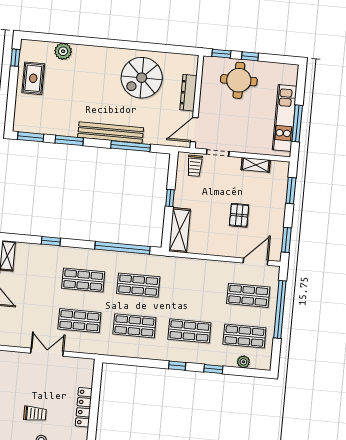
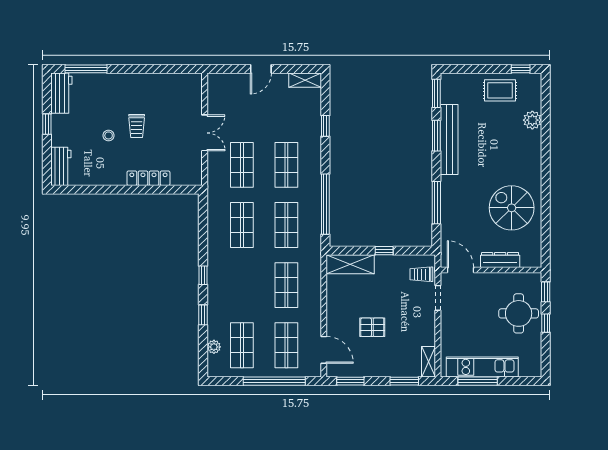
bench: (111, 133) -> (449, 139), moved
shelving: (256, 165) -> (429, 362), moved
shop shelf: (189, 331) -> (286, 285), moved

